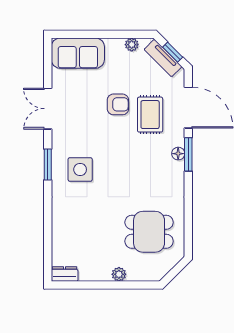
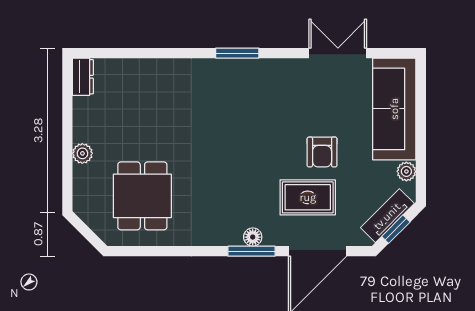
sofa: (78, 53) -> (394, 109), width x1.36
double door: (48, 109) -> (338, 53), moved
side table: (80, 169) -> (230, 99), removed

